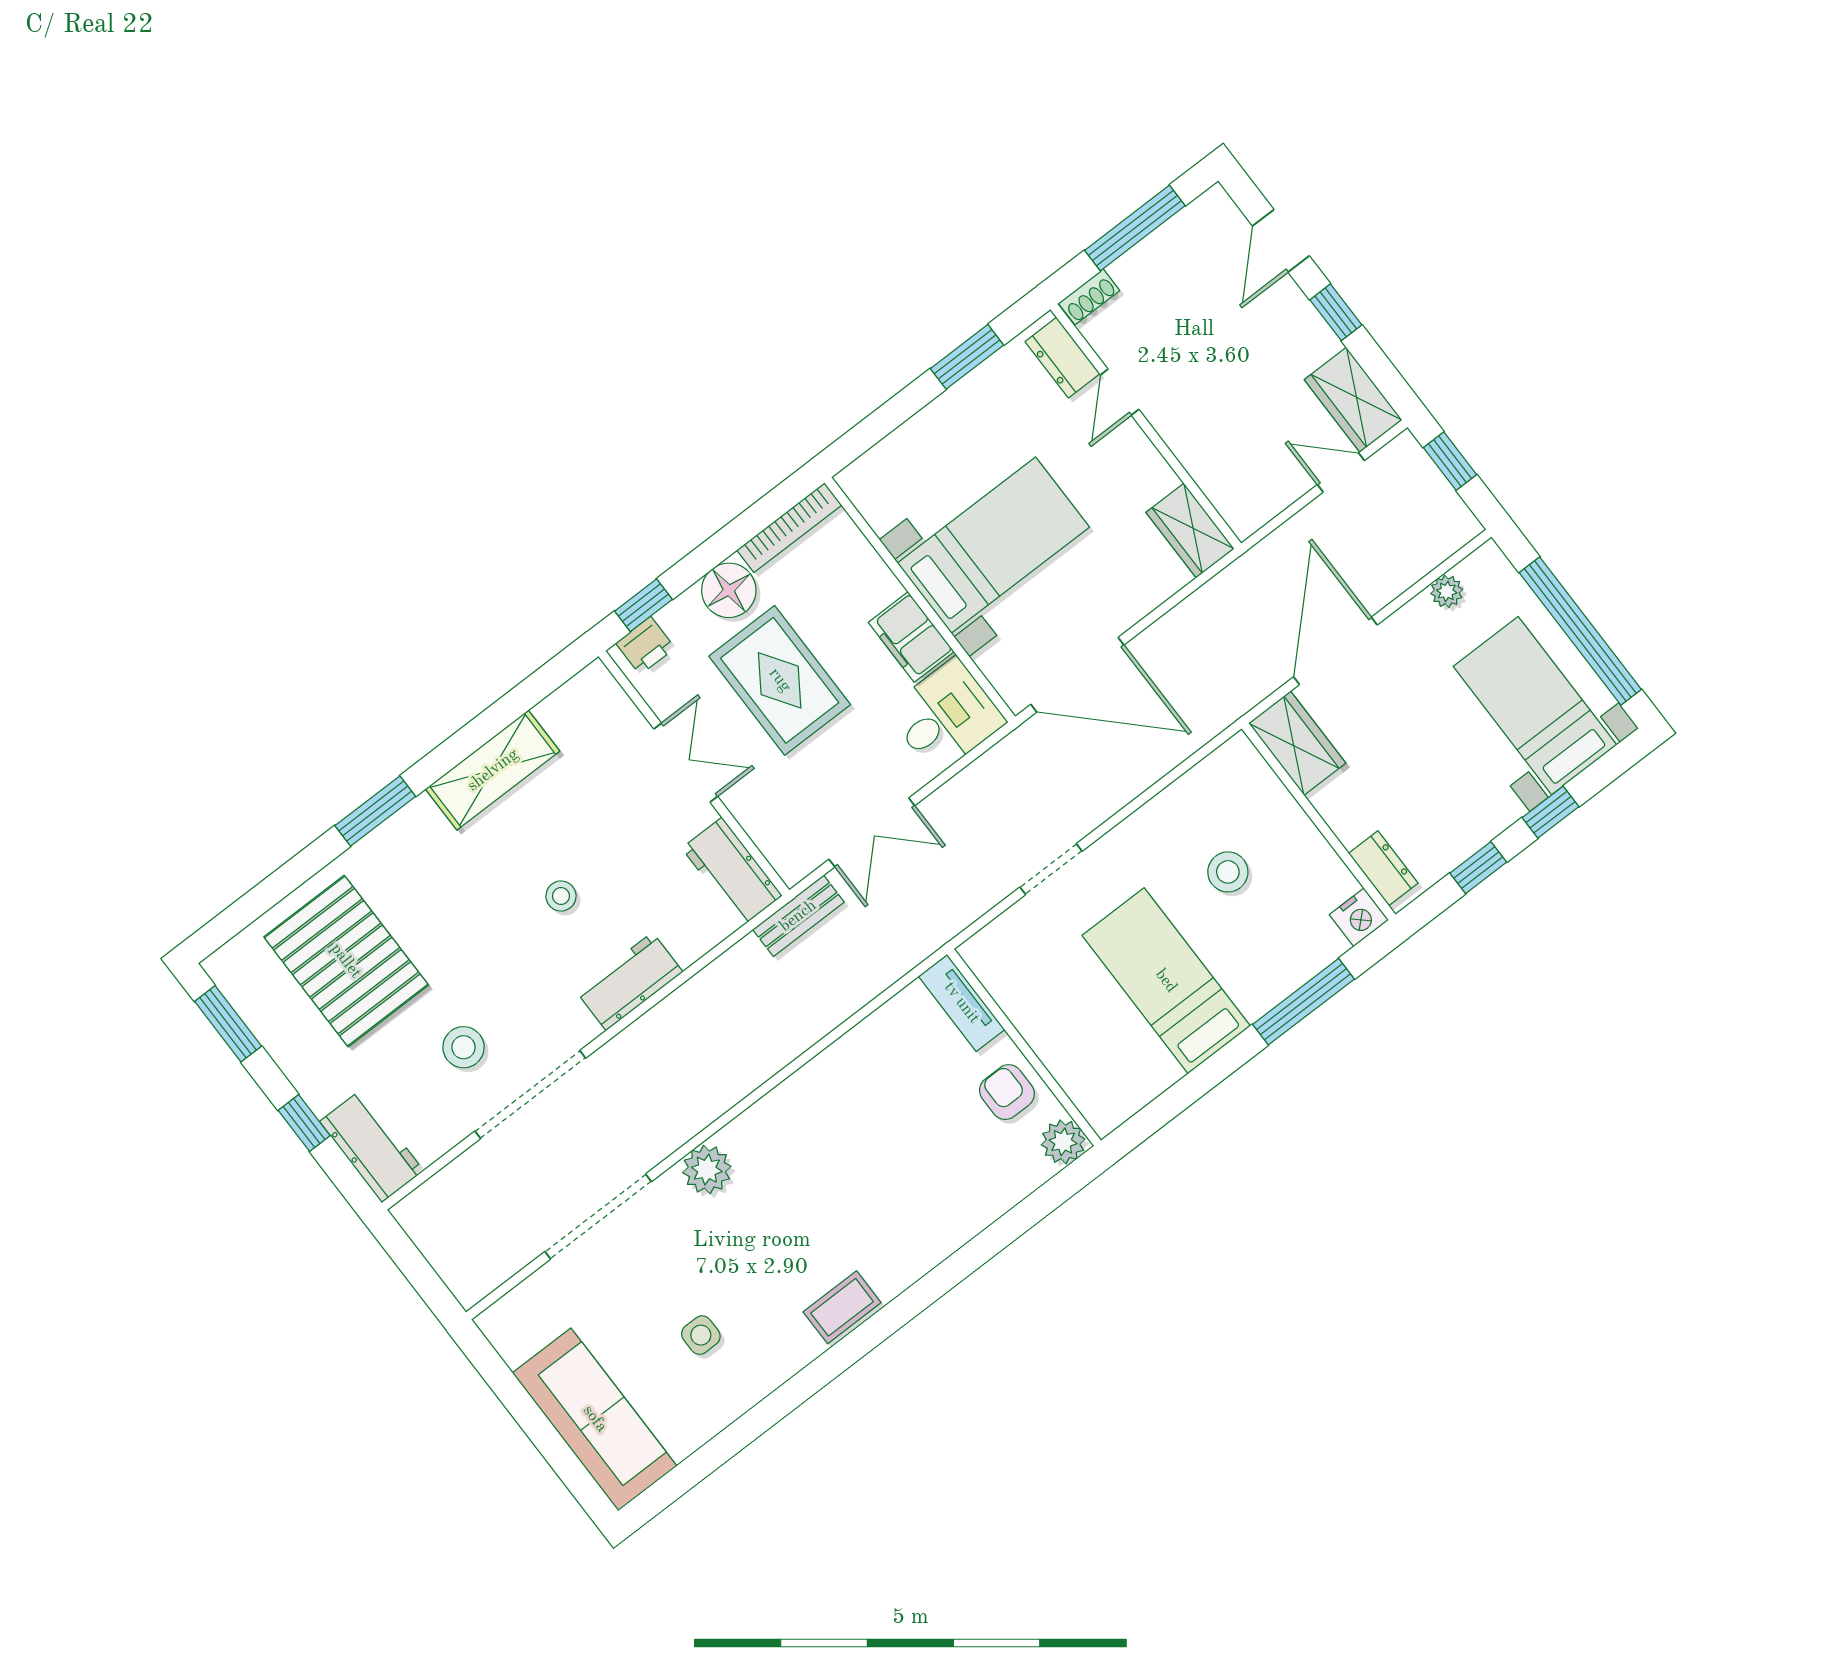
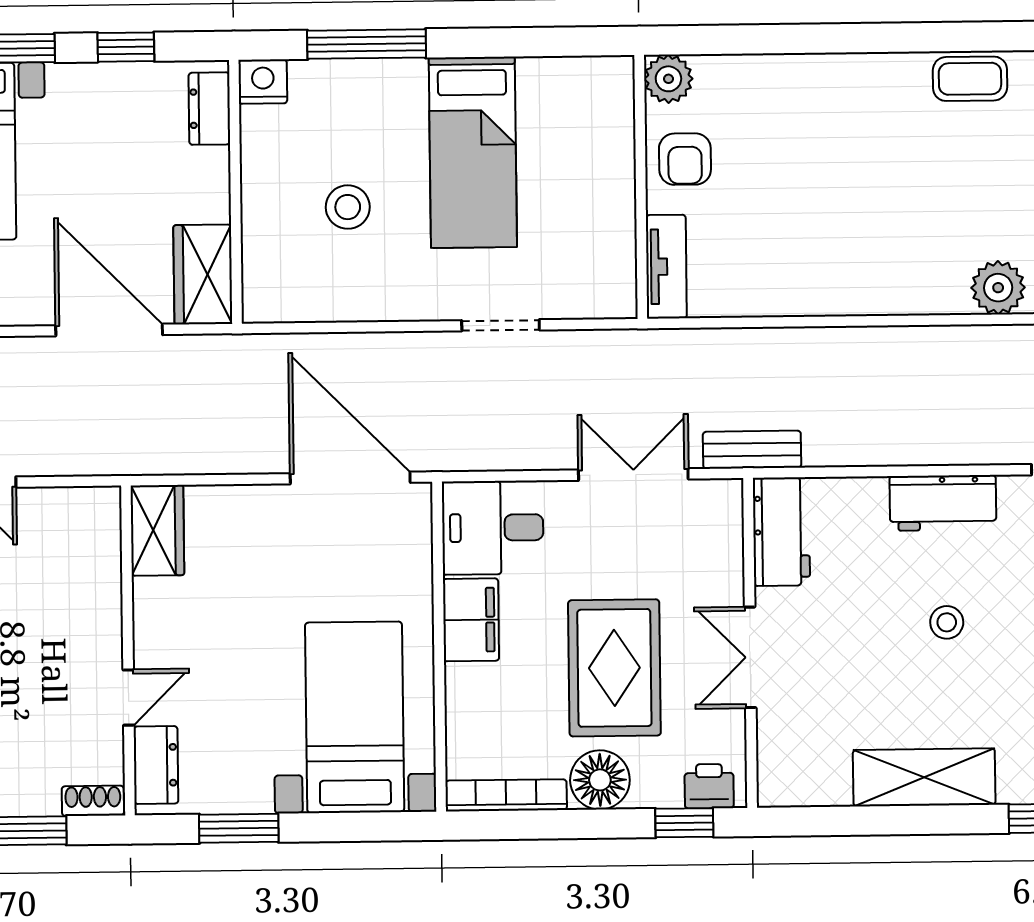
bed with nightstands: (993, 545) -> (355, 717), moved, turned 90
door: (1335, 651) -> (109, 330), swing flipped

